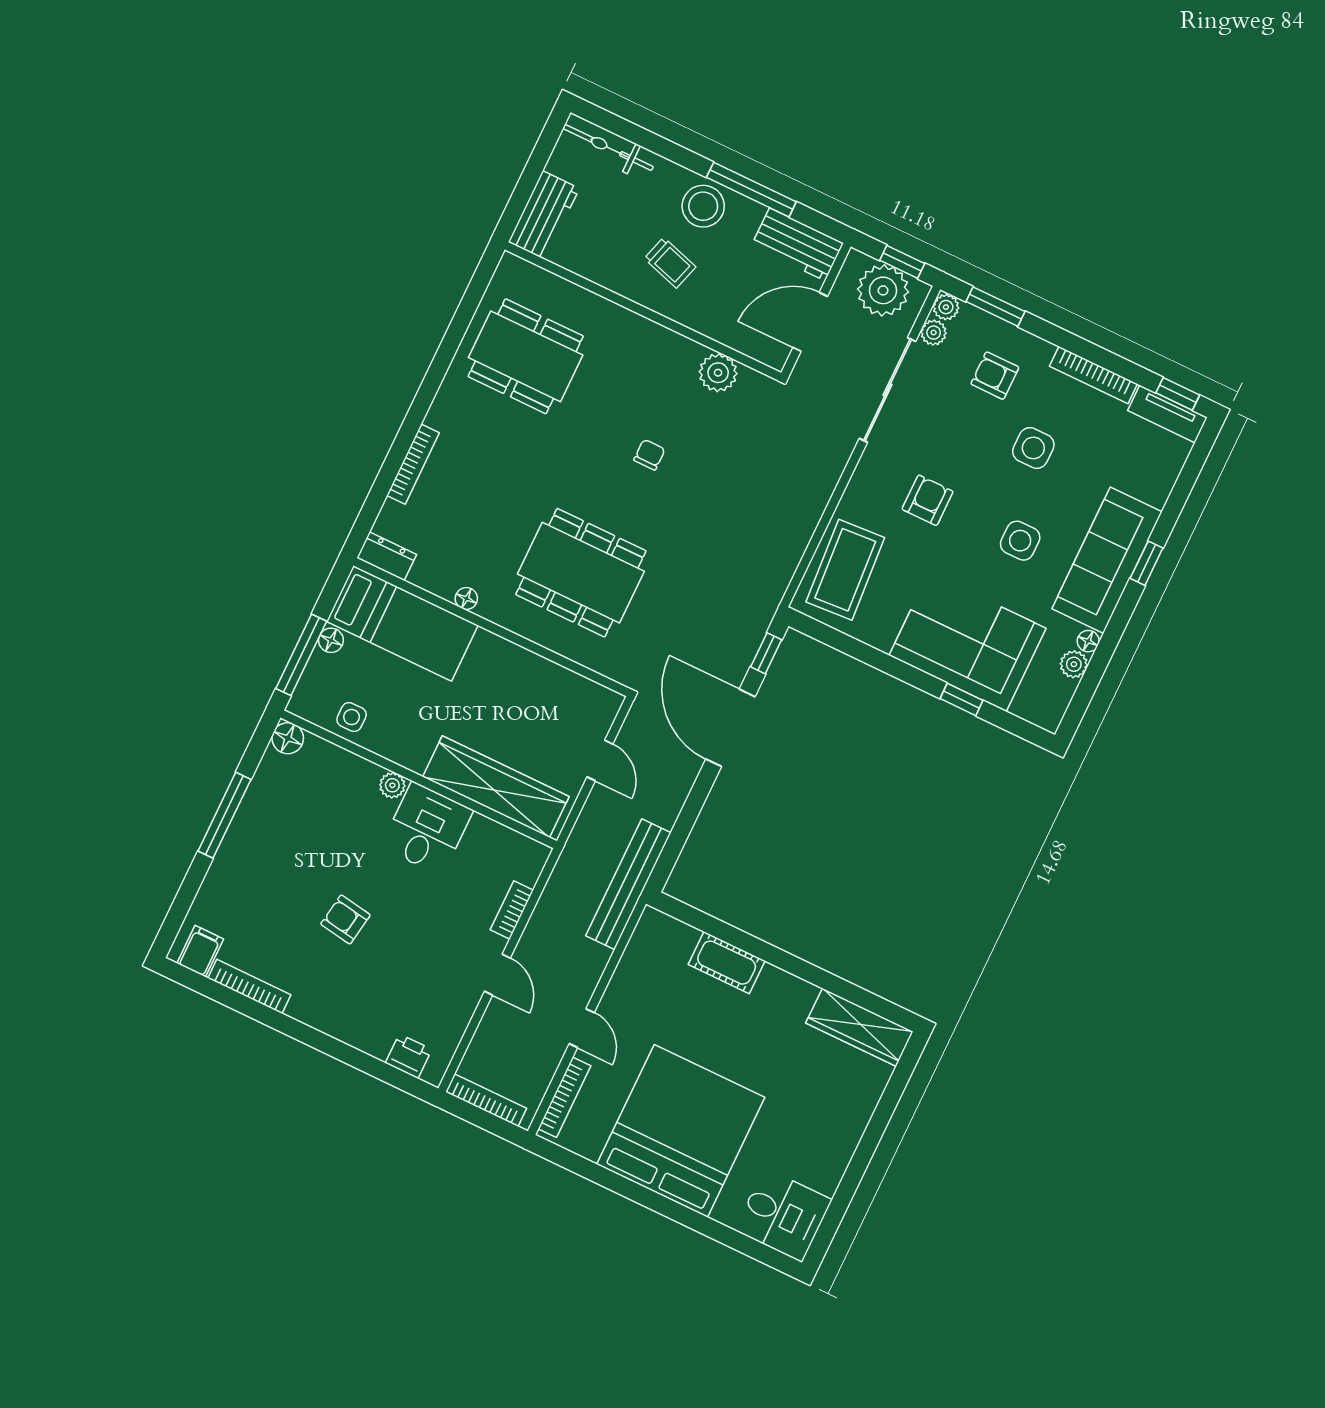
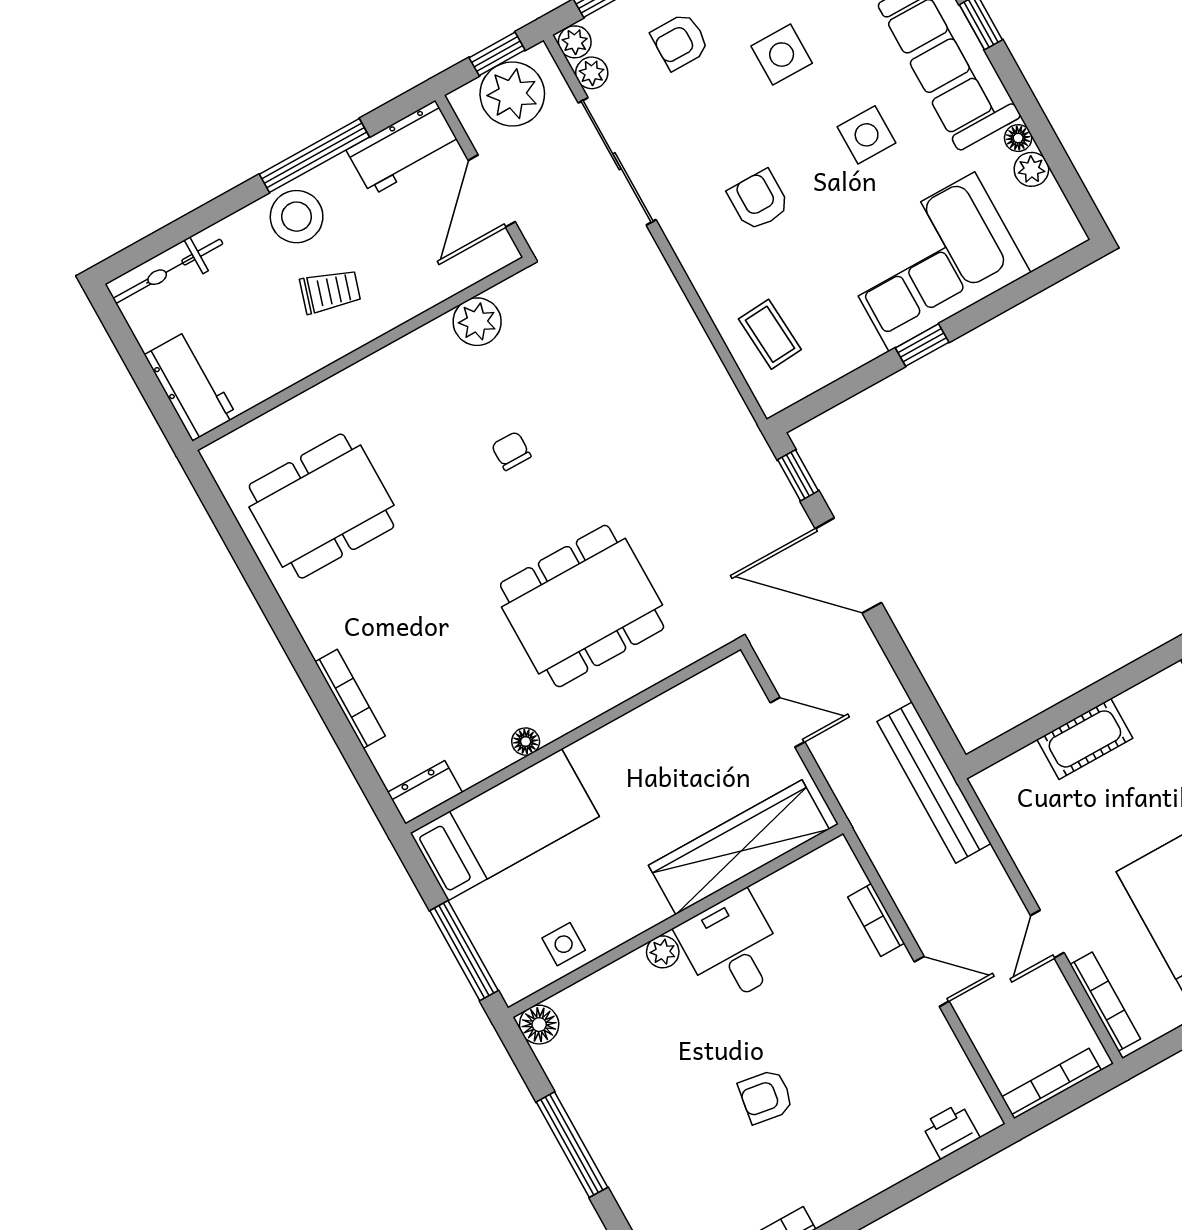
coffee table: (845, 570) -> (770, 334), width x0.54, depth x0.58
floor lamp: (331, 640) -> (470, 910), removed
window: (962, 699) -> (922, 345), moved
door: (582, 1028) -> (1047, 934), swing flipped

